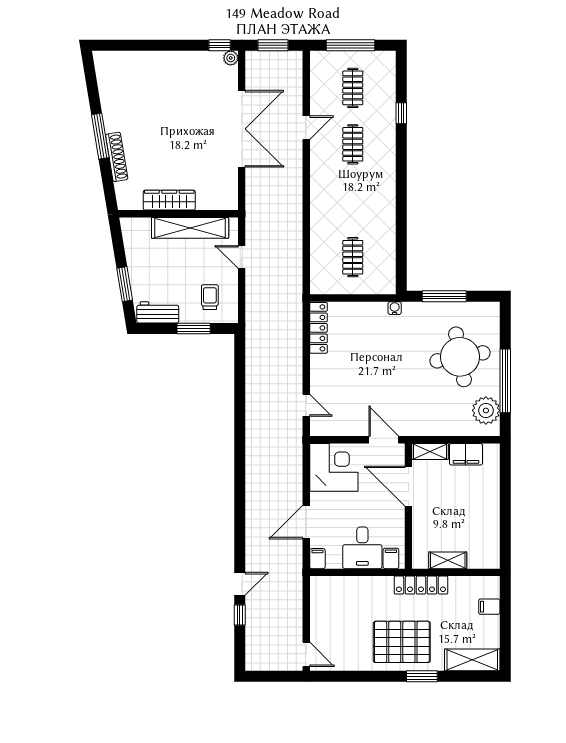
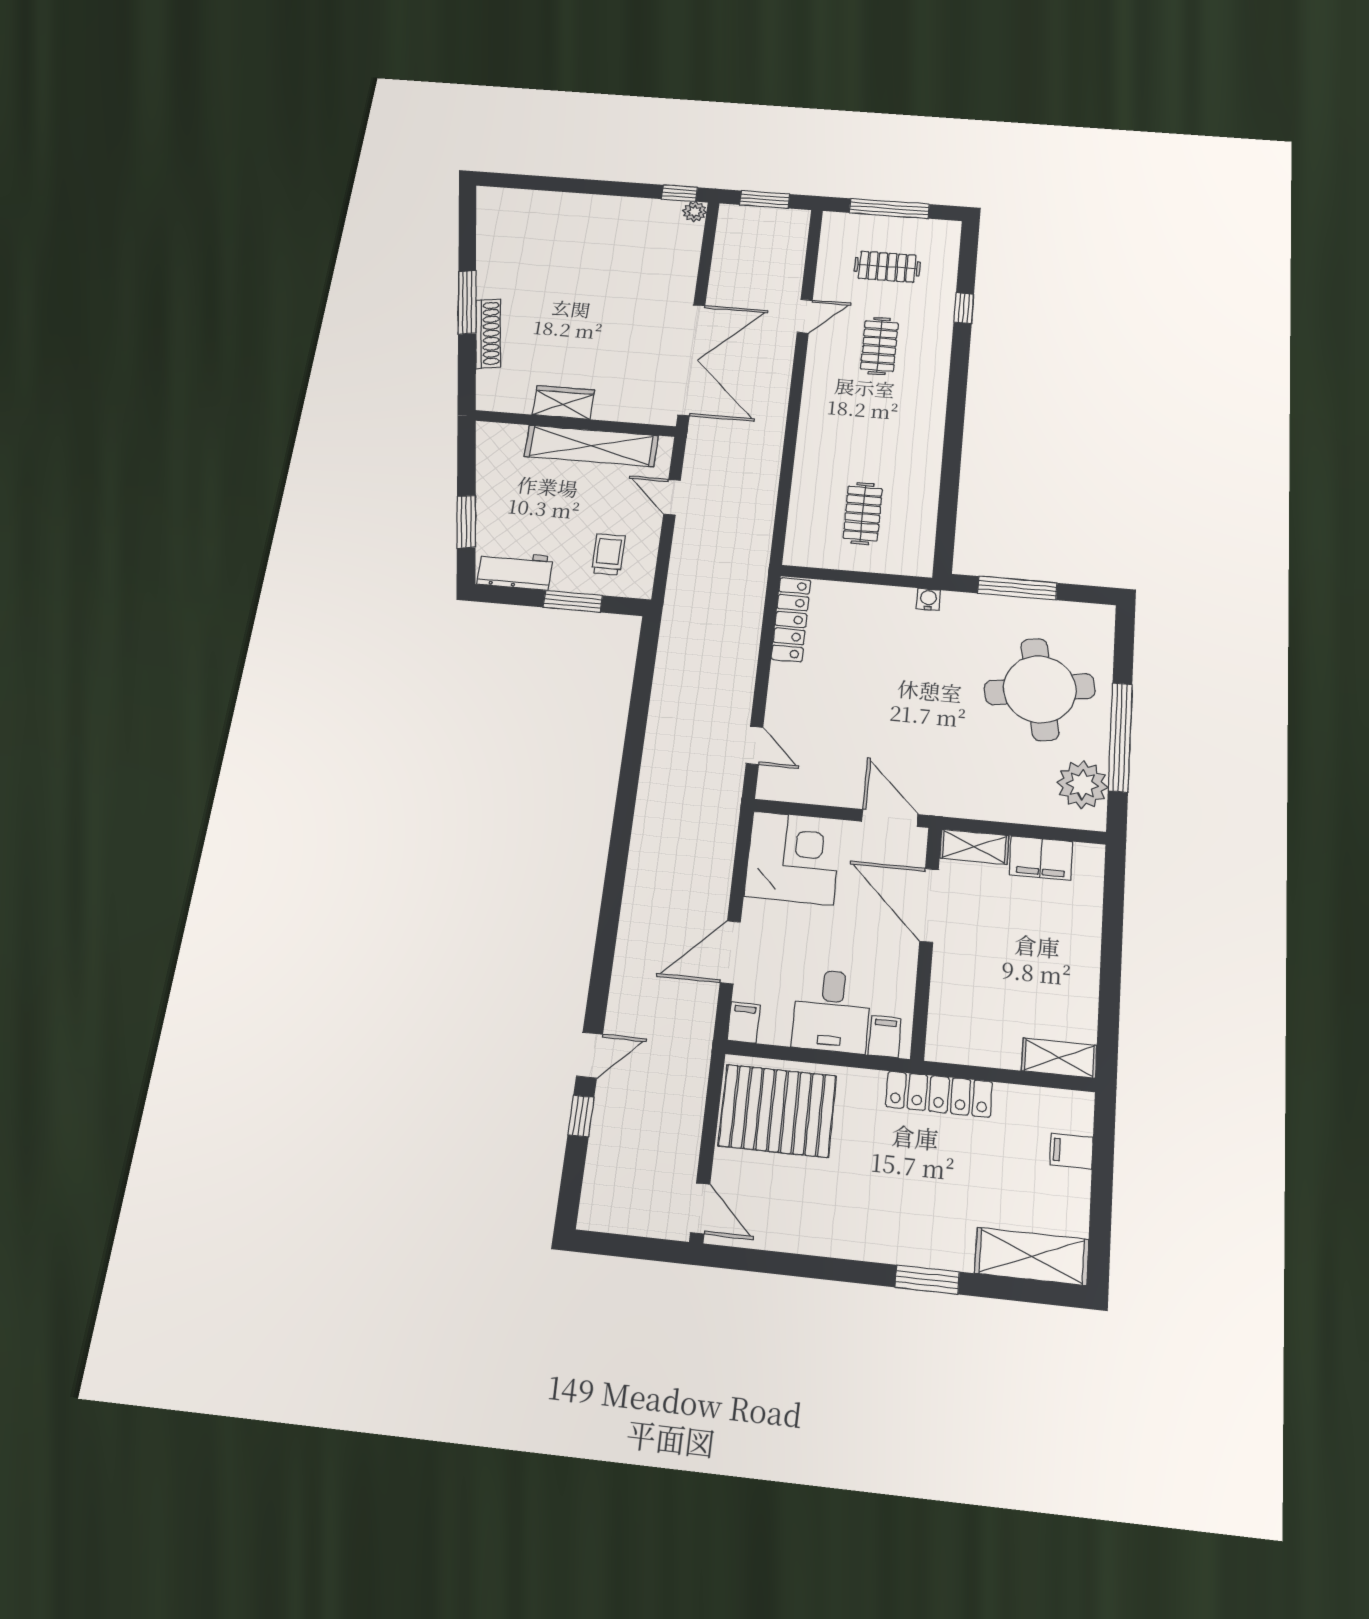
clothes rail: (353, 88) -> (887, 267), turned 90
double door: (242, 129) -> (691, 360), moved
wardrobe: (169, 200) -> (563, 402), width x0.67
shelving: (448, 560) -> (1059, 1058), moved
pallet: (402, 642) -> (777, 1111), moved

